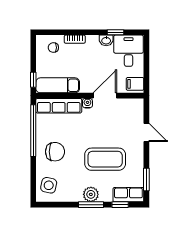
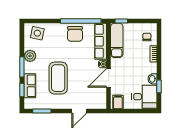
door: (105, 96) -> (109, 78), swing flipped
chair: (55, 152) -> (75, 34), moved
plant: (91, 194) -> (30, 56), moved
row of seats: (128, 195) -> (30, 86), moved

